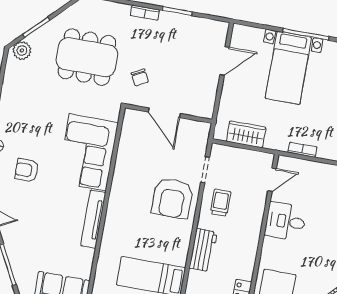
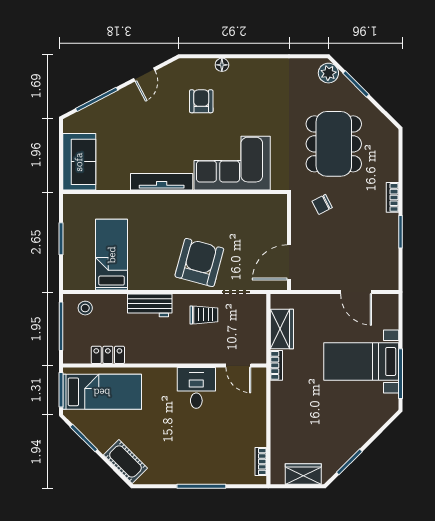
door: (164, 113) -> (289, 262), moved
bookcase: (302, 150) -> (276, 365), moved
armchair: (172, 198) -> (199, 262), turned 105

